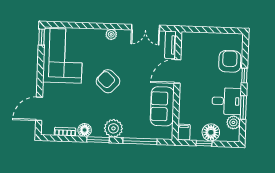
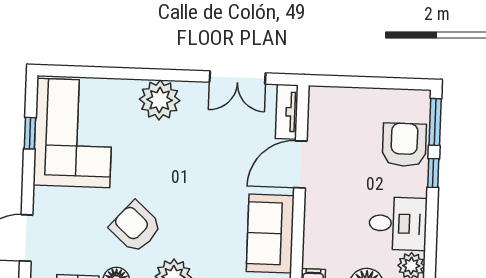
plant: (111, 34) -> (160, 100), width x1.88, depth x1.88
window: (42, 37) -> (30, 133), moved
armchair: (108, 81) -> (135, 227), moved
window: (243, 108) -> (435, 122), moved

